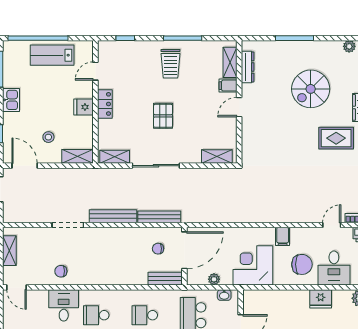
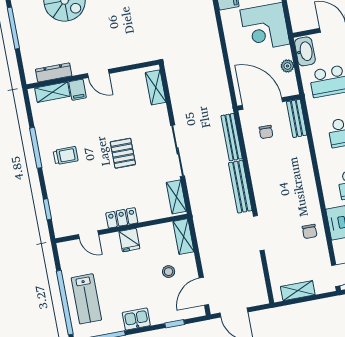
lab bench: (52, 55) -> (86, 299), moved
trolley: (171, 64) -> (66, 156), width x0.73, depth x0.72
pallet: (163, 116) -> (123, 153), turned 90
washbasin: (224, 295) -> (305, 51), width x1.91, depth x1.45

